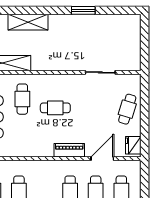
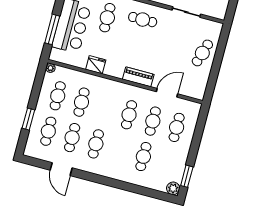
cafe table: (55, 108) -> (143, 20), moved
fridge: (133, 145) -> (96, 65), moved, turned 90

